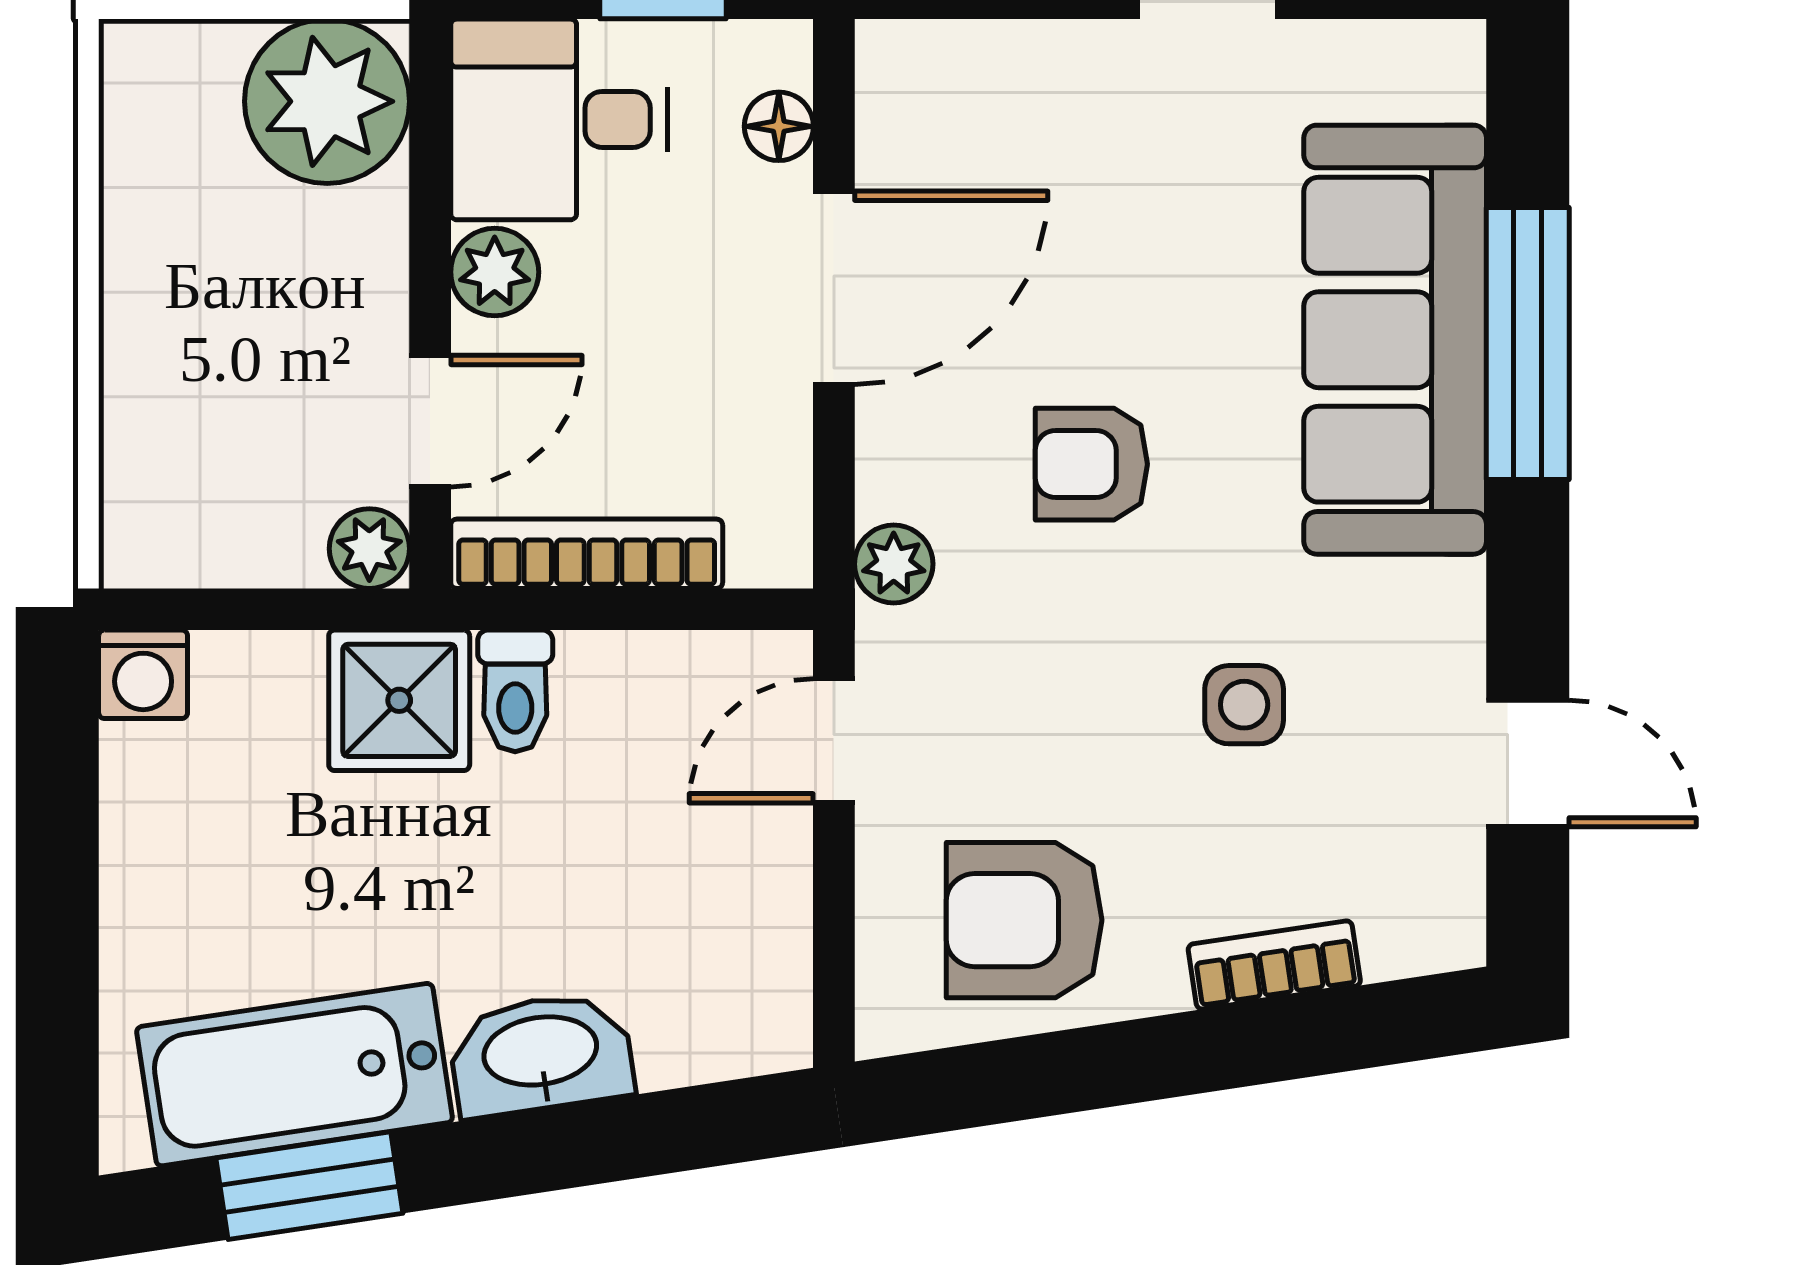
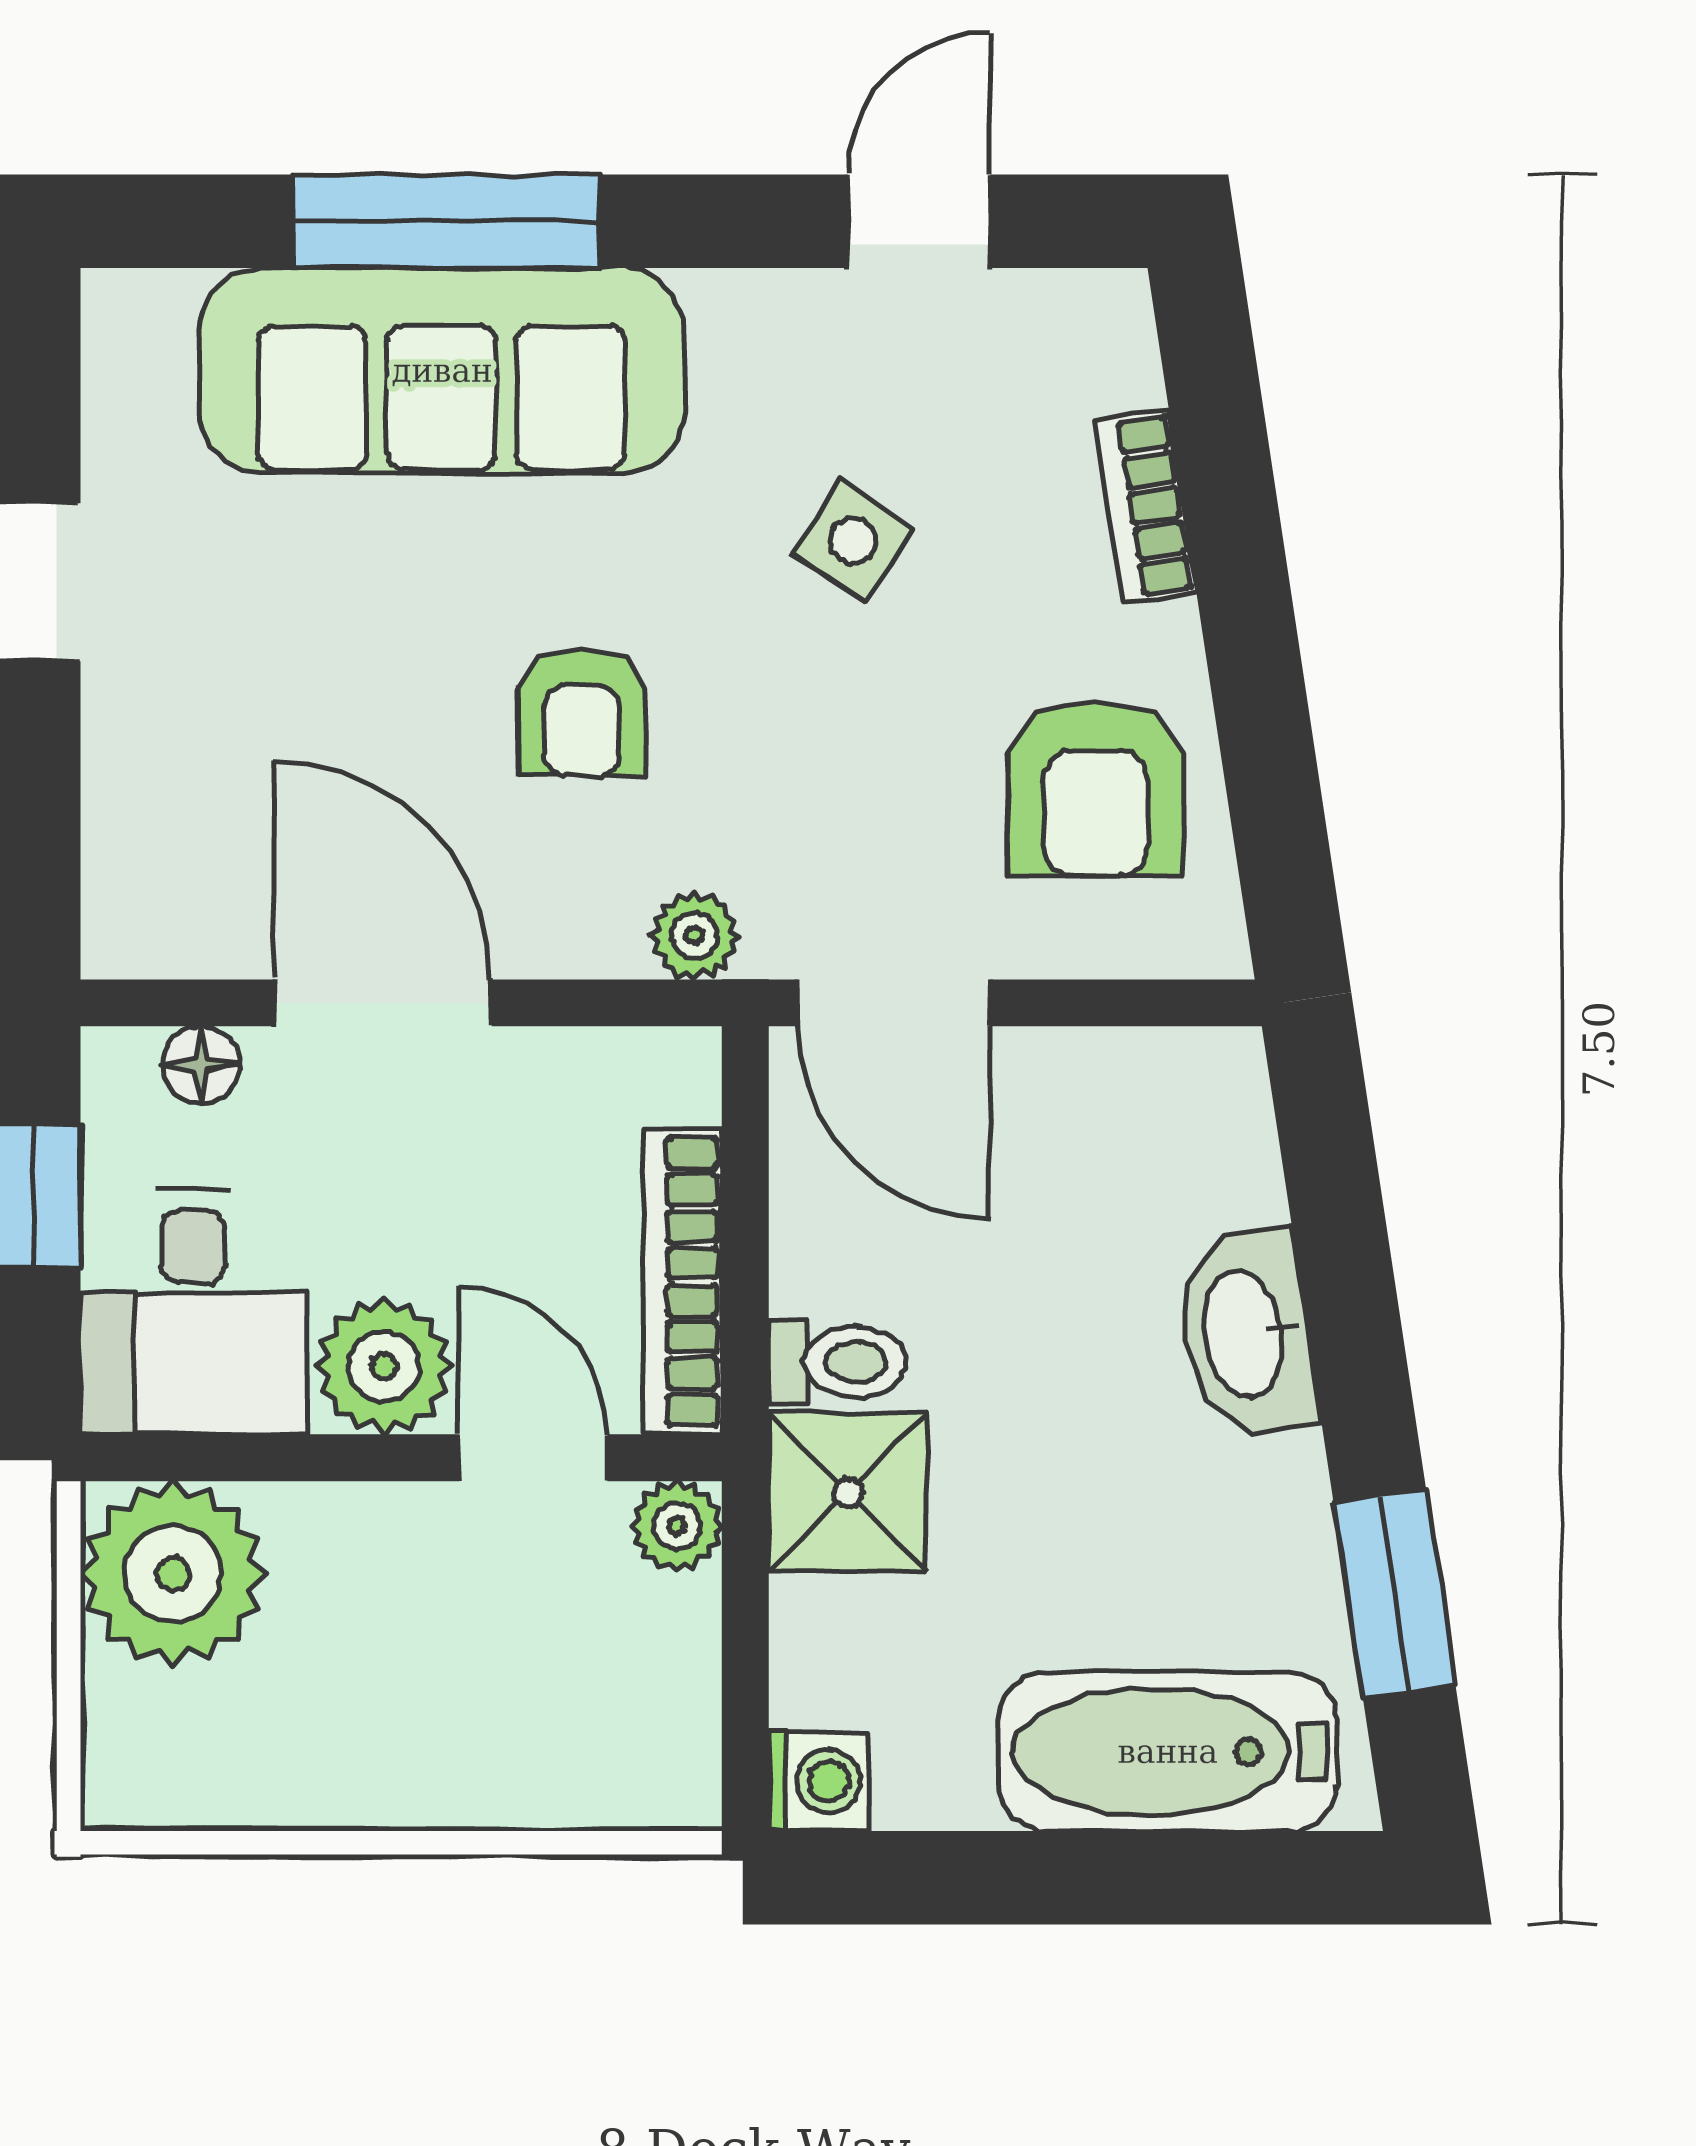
plant: (495, 272) -> (384, 1366), width x1.38, depth x1.38
side table: (1244, 705) -> (853, 541), turned 34
door: (834, 741) -> (894, 1003), width x1.38
bathtub: (294, 1075) -> (1168, 1752), moved, turned 99

